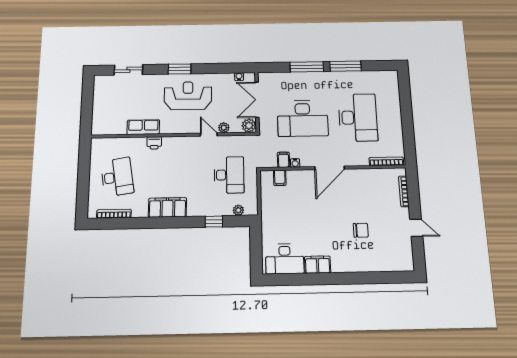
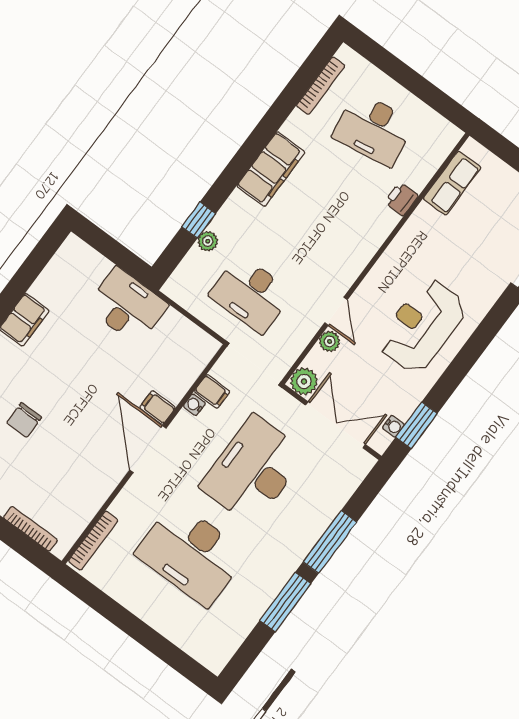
window: (180, 69) -> (416, 425), moved
reception desk: (188, 96) -> (422, 326), turned 180
row of seats: (143, 127) -> (452, 183), moved
door: (209, 134) -> (336, 311), hinge flipped
printer: (154, 143) -> (401, 199), moved
filing cabinet: (280, 178) -> (158, 408), moved
plant: (238, 210) -> (208, 241), moved
desk: (285, 259) -> (127, 306), moved, turned 90

